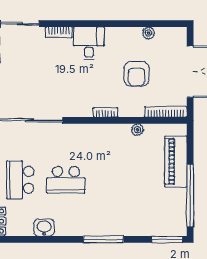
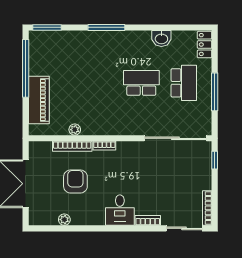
bookcase: (166, 112) -> (72, 146), moved

